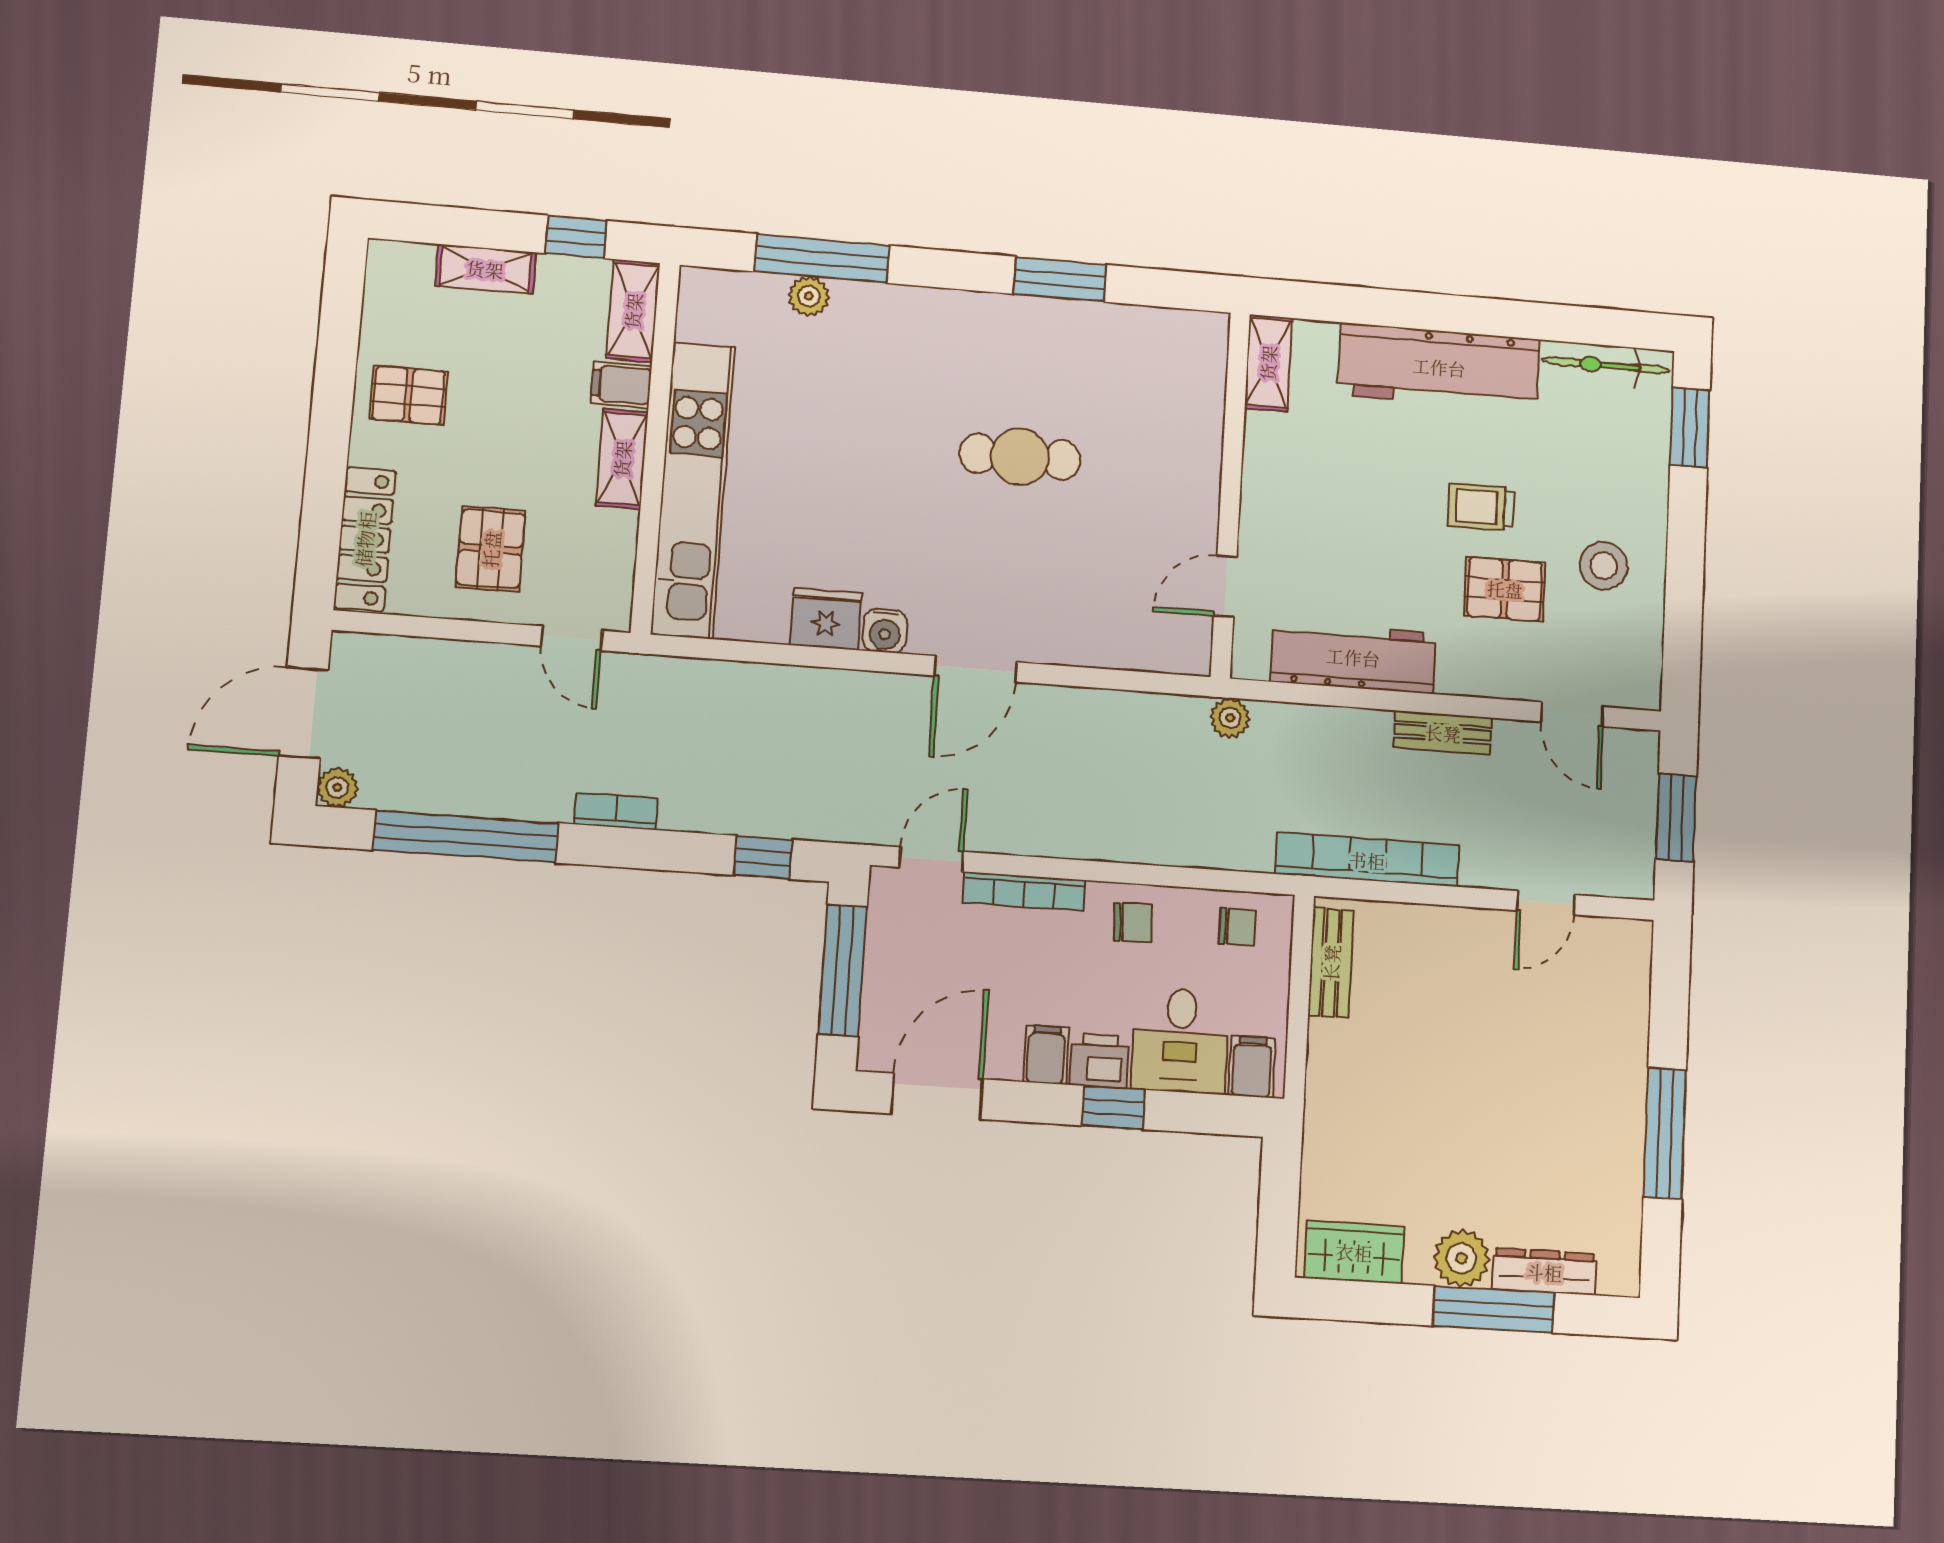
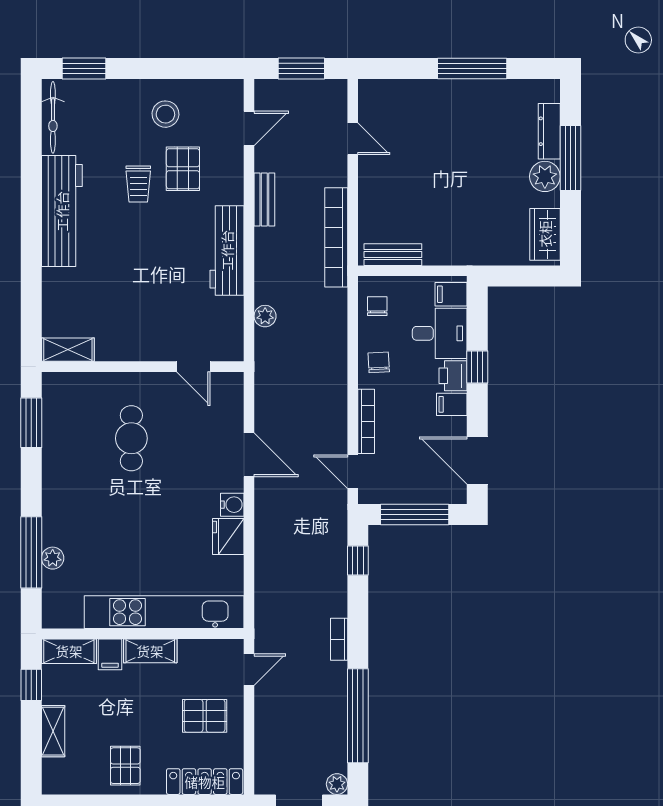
shelving: (1268, 363) -> (68, 350), moved
wall: (1230, 494) -> (143, 367), moved
door: (1225, 586) -> (193, 367), moved

